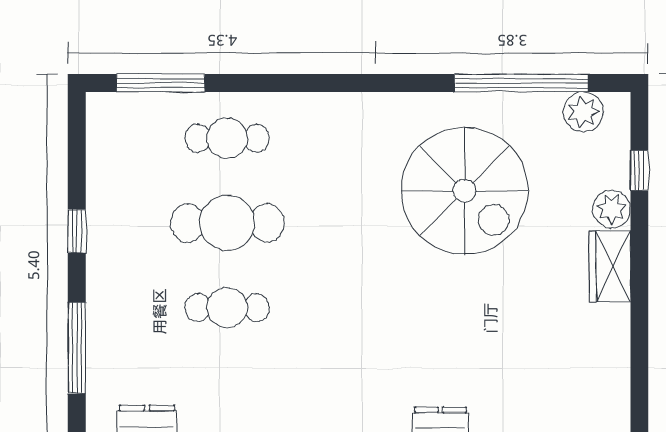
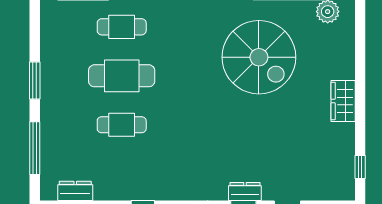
window: (639, 170) -> (360, 167), moved
plant: (612, 209) -> (344, 68), removed
window: (77, 231) -> (35, 81), width x1.50

